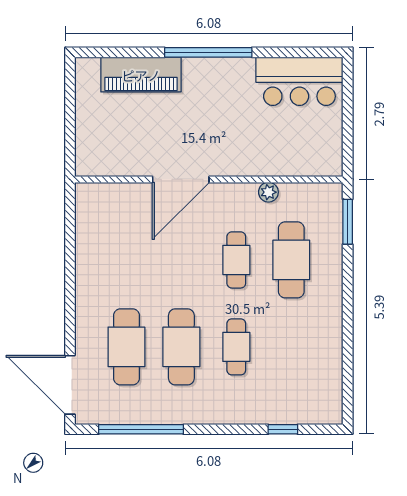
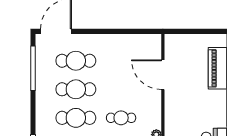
door: (181, 179) -> (163, 75), moved
cafe table: (236, 347) -> (76, 118), width x1.37, depth x1.35

